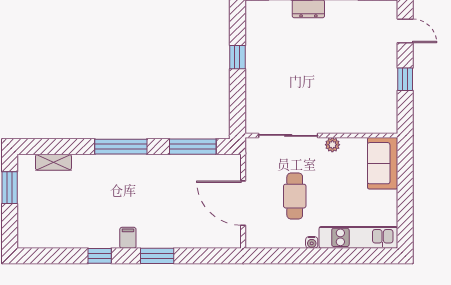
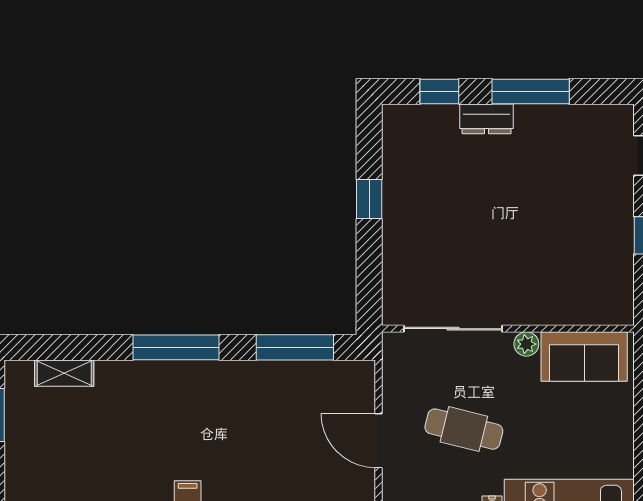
sofa: (383, 163) -> (584, 357), moved, turned -90
cafe table: (295, 196) -> (464, 429), turned -76
door: (243, 203) -> (378, 441), width x0.73

